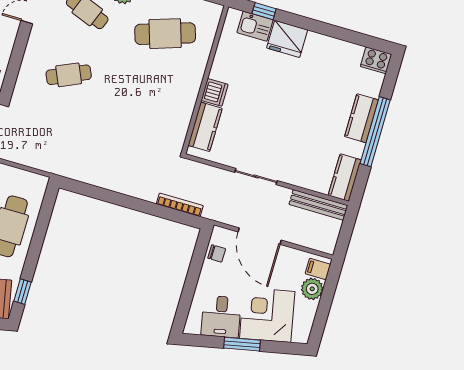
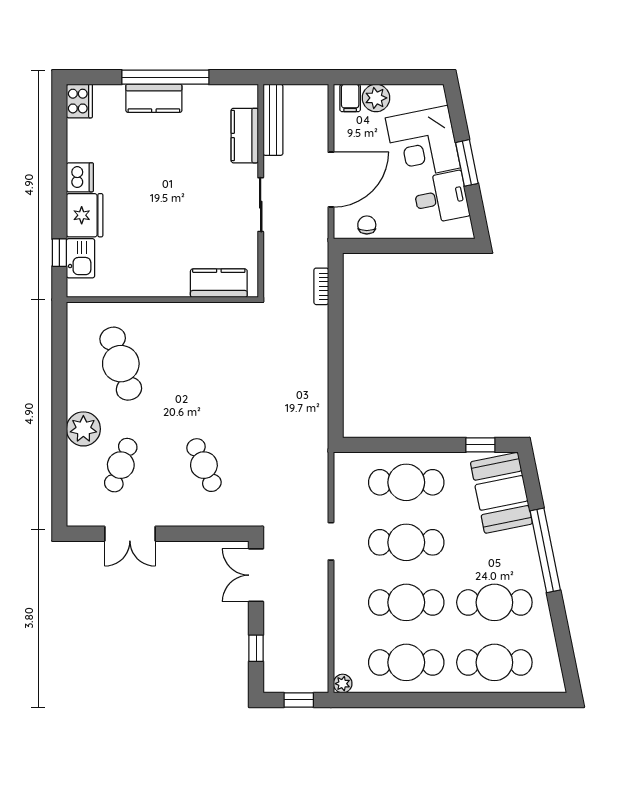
dishwasher: (215, 92) -> (80, 177), moved, turned 90
kitchen counter: (345, 178) -> (245, 136), moved, turned 90
bookcase: (180, 205) -> (321, 286), width x0.64

